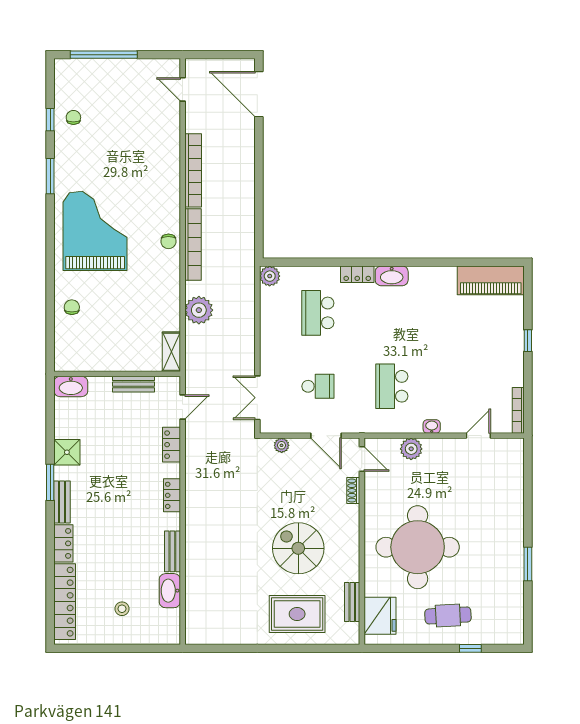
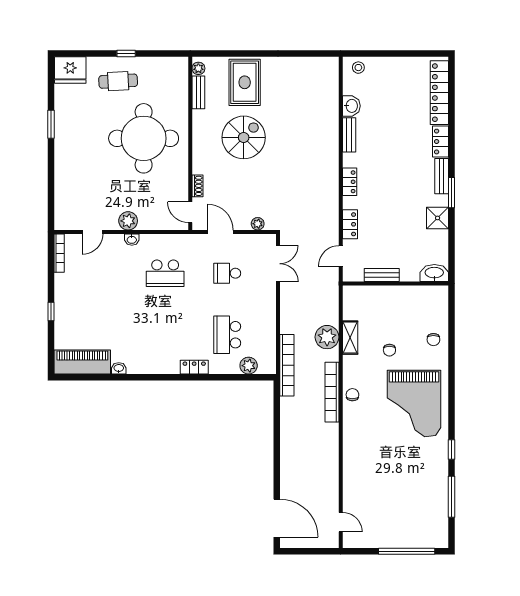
chair: (73, 117) -> (389, 350), moved
window: (50, 120) -> (452, 497), width x2.17
bookcase: (193, 170) -> (287, 365), moved, turned 180
window: (50, 176) -> (452, 449), width x0.67
plant: (270, 276) -> (249, 366), moved
washbasin: (392, 276) -> (119, 368), moved, width x0.52, depth x0.69
school desk: (318, 313) -> (227, 335), turned 180
shelving: (171, 352) -> (350, 338), moved
school desk: (392, 386) -> (165, 273), turned 90
plant: (411, 449) -> (128, 221), moved
spiral stairs: (298, 548) -> (244, 137), turned -90
washbasin: (170, 591) -> (351, 106), width x0.72
stool: (122, 609) -> (358, 68), moved
rug: (297, 614) -> (245, 82), turned 90
fridge: (380, 616) -> (70, 70), moved, turned -90
plant: (352, 631) -> (198, 68), added
window: (470, 648) -> (126, 54), moved

